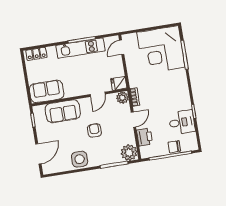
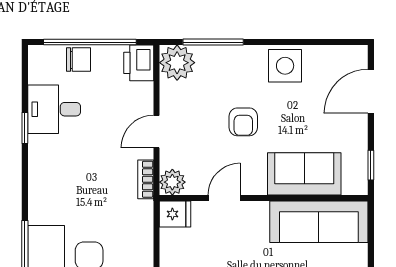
sofa: (47, 91) -> (319, 222), width x1.36
printer: (145, 137) -> (139, 63), moved

